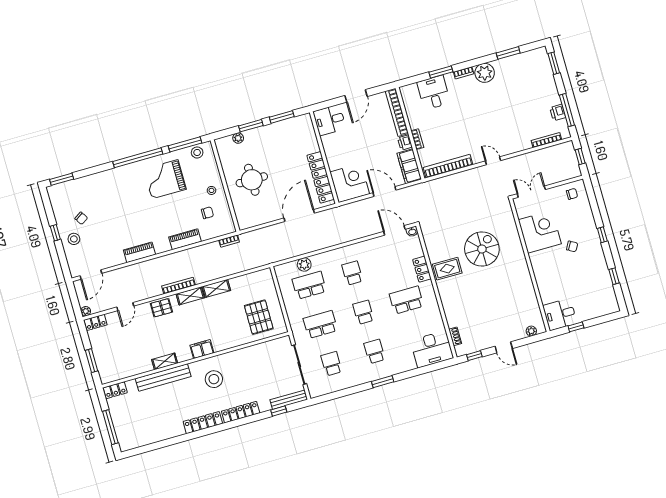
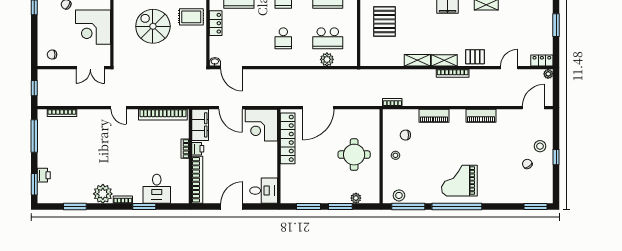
printer: (558, 113) -> (44, 175), moved
grand piano: (165, 179) -> (459, 181), moved, turned 180
spiral stairs: (482, 249) -> (153, 26), turned 90

